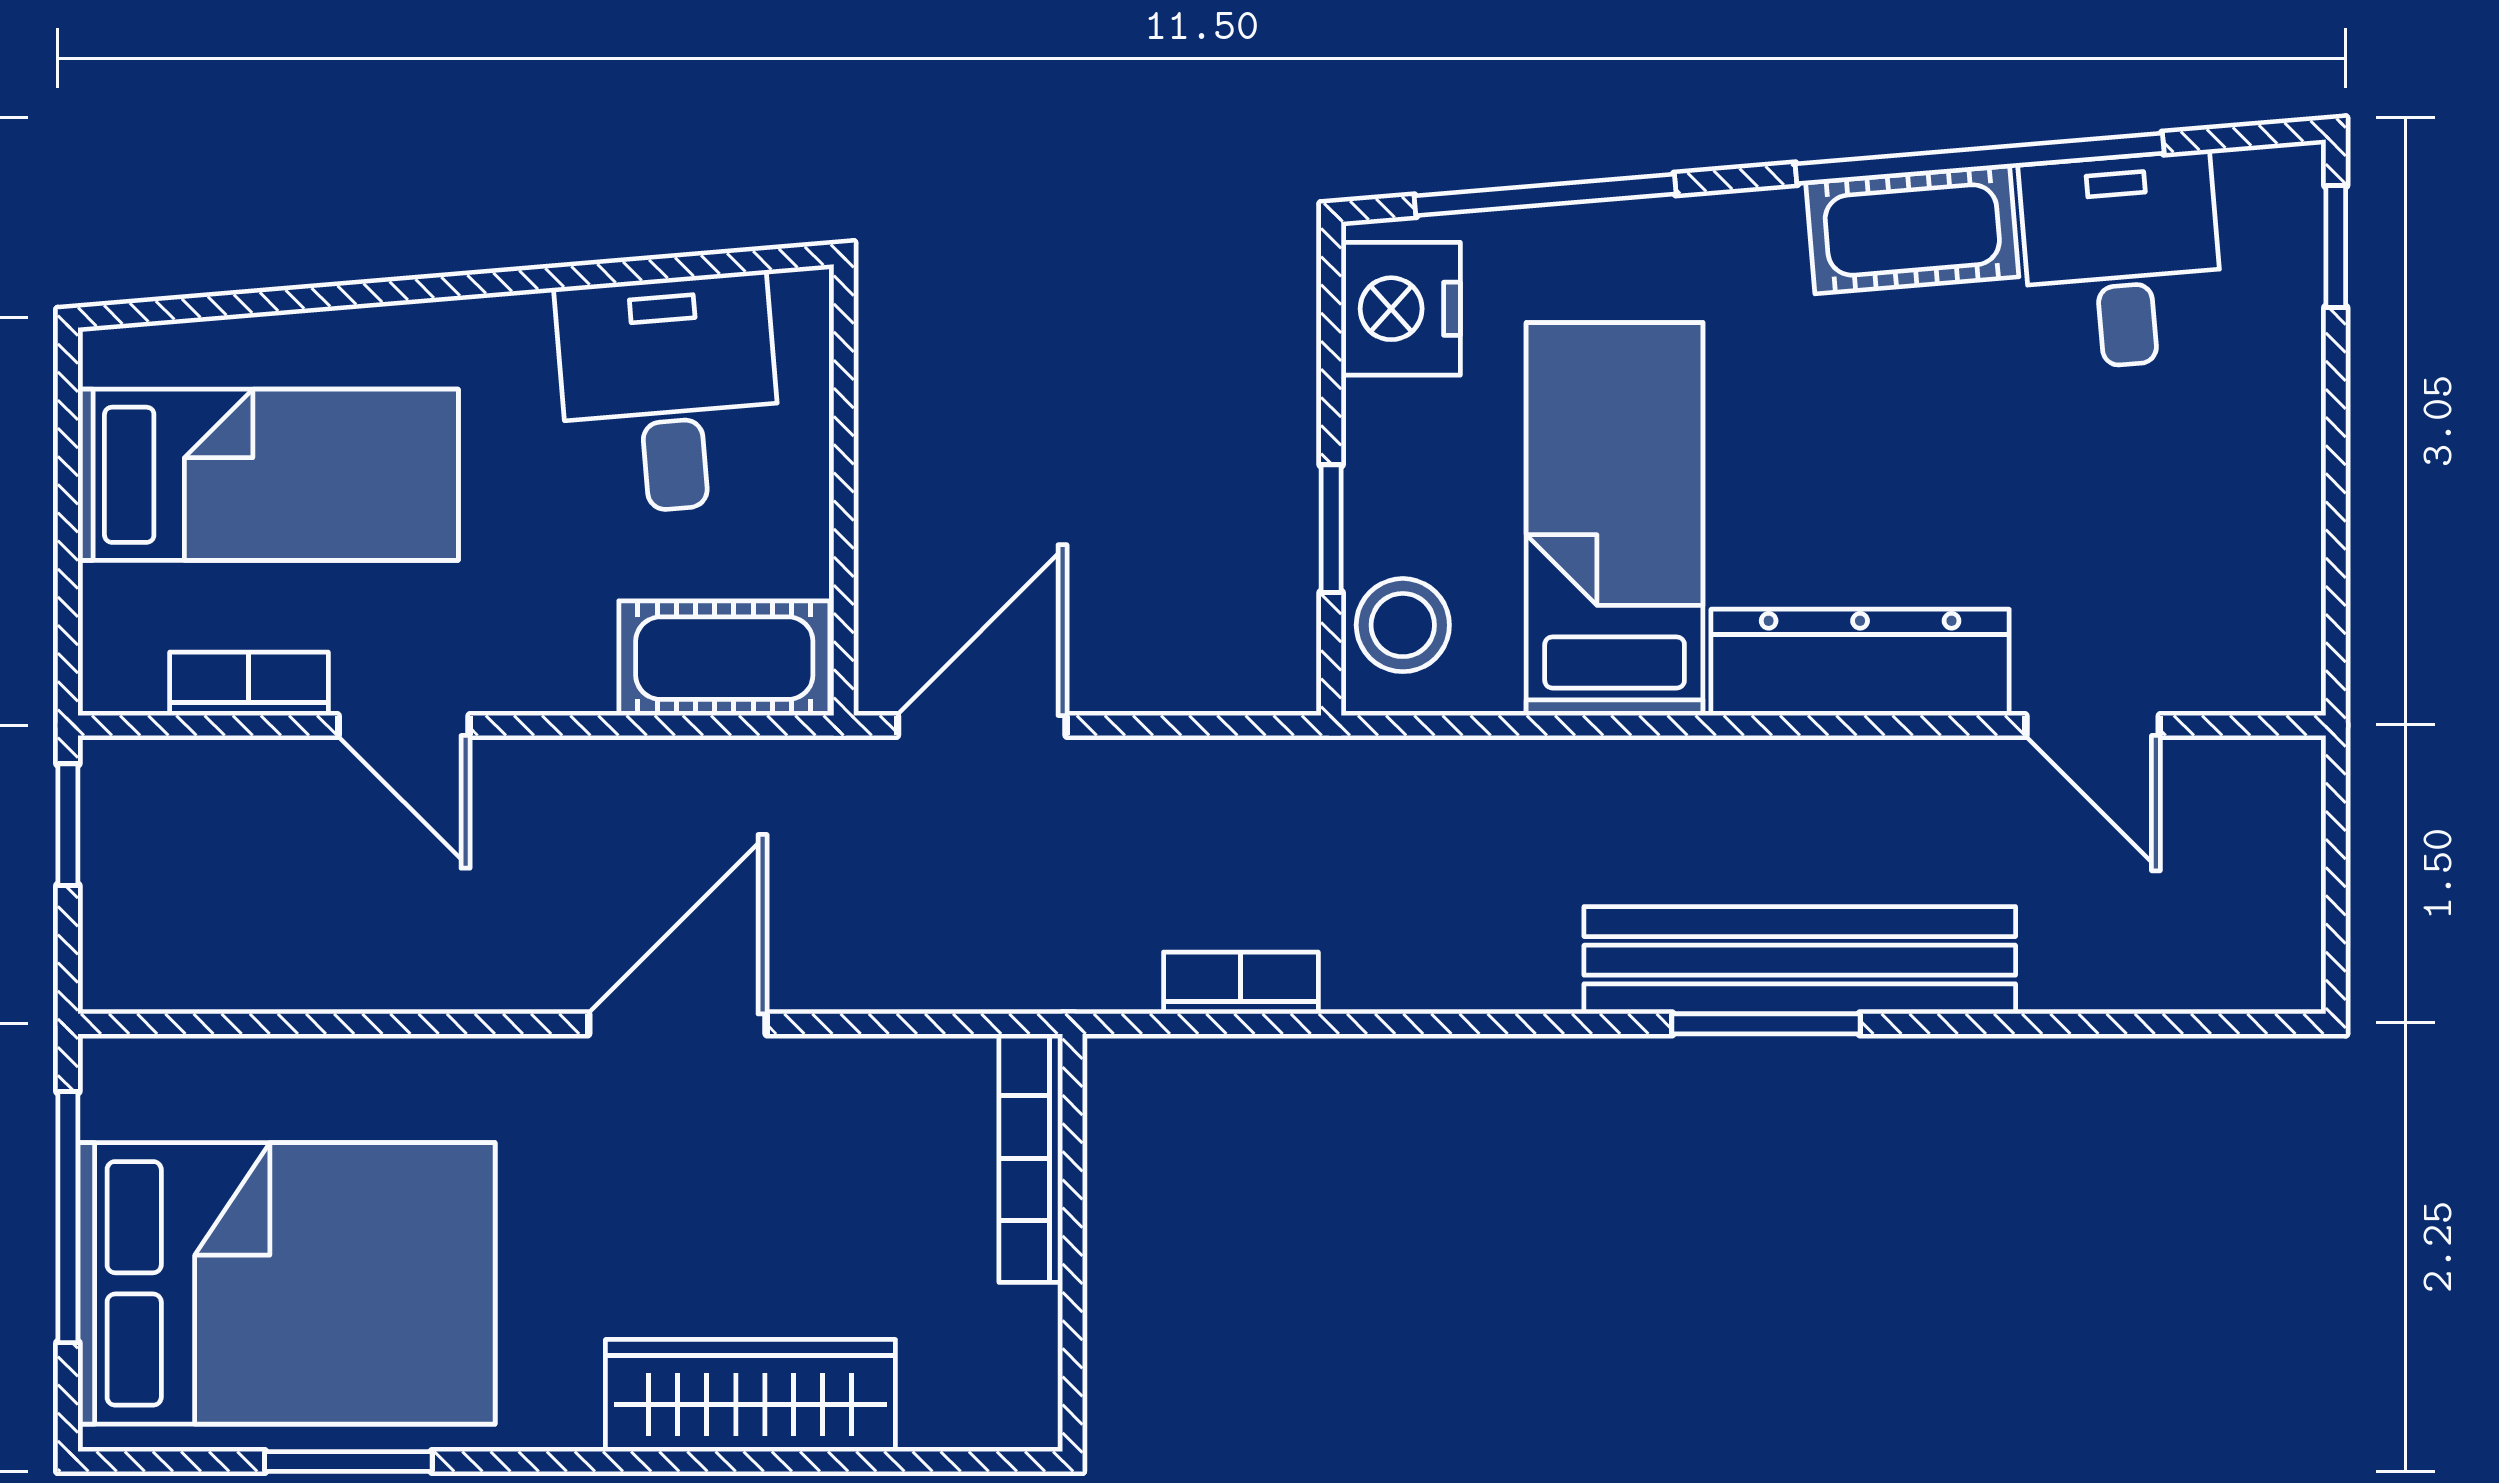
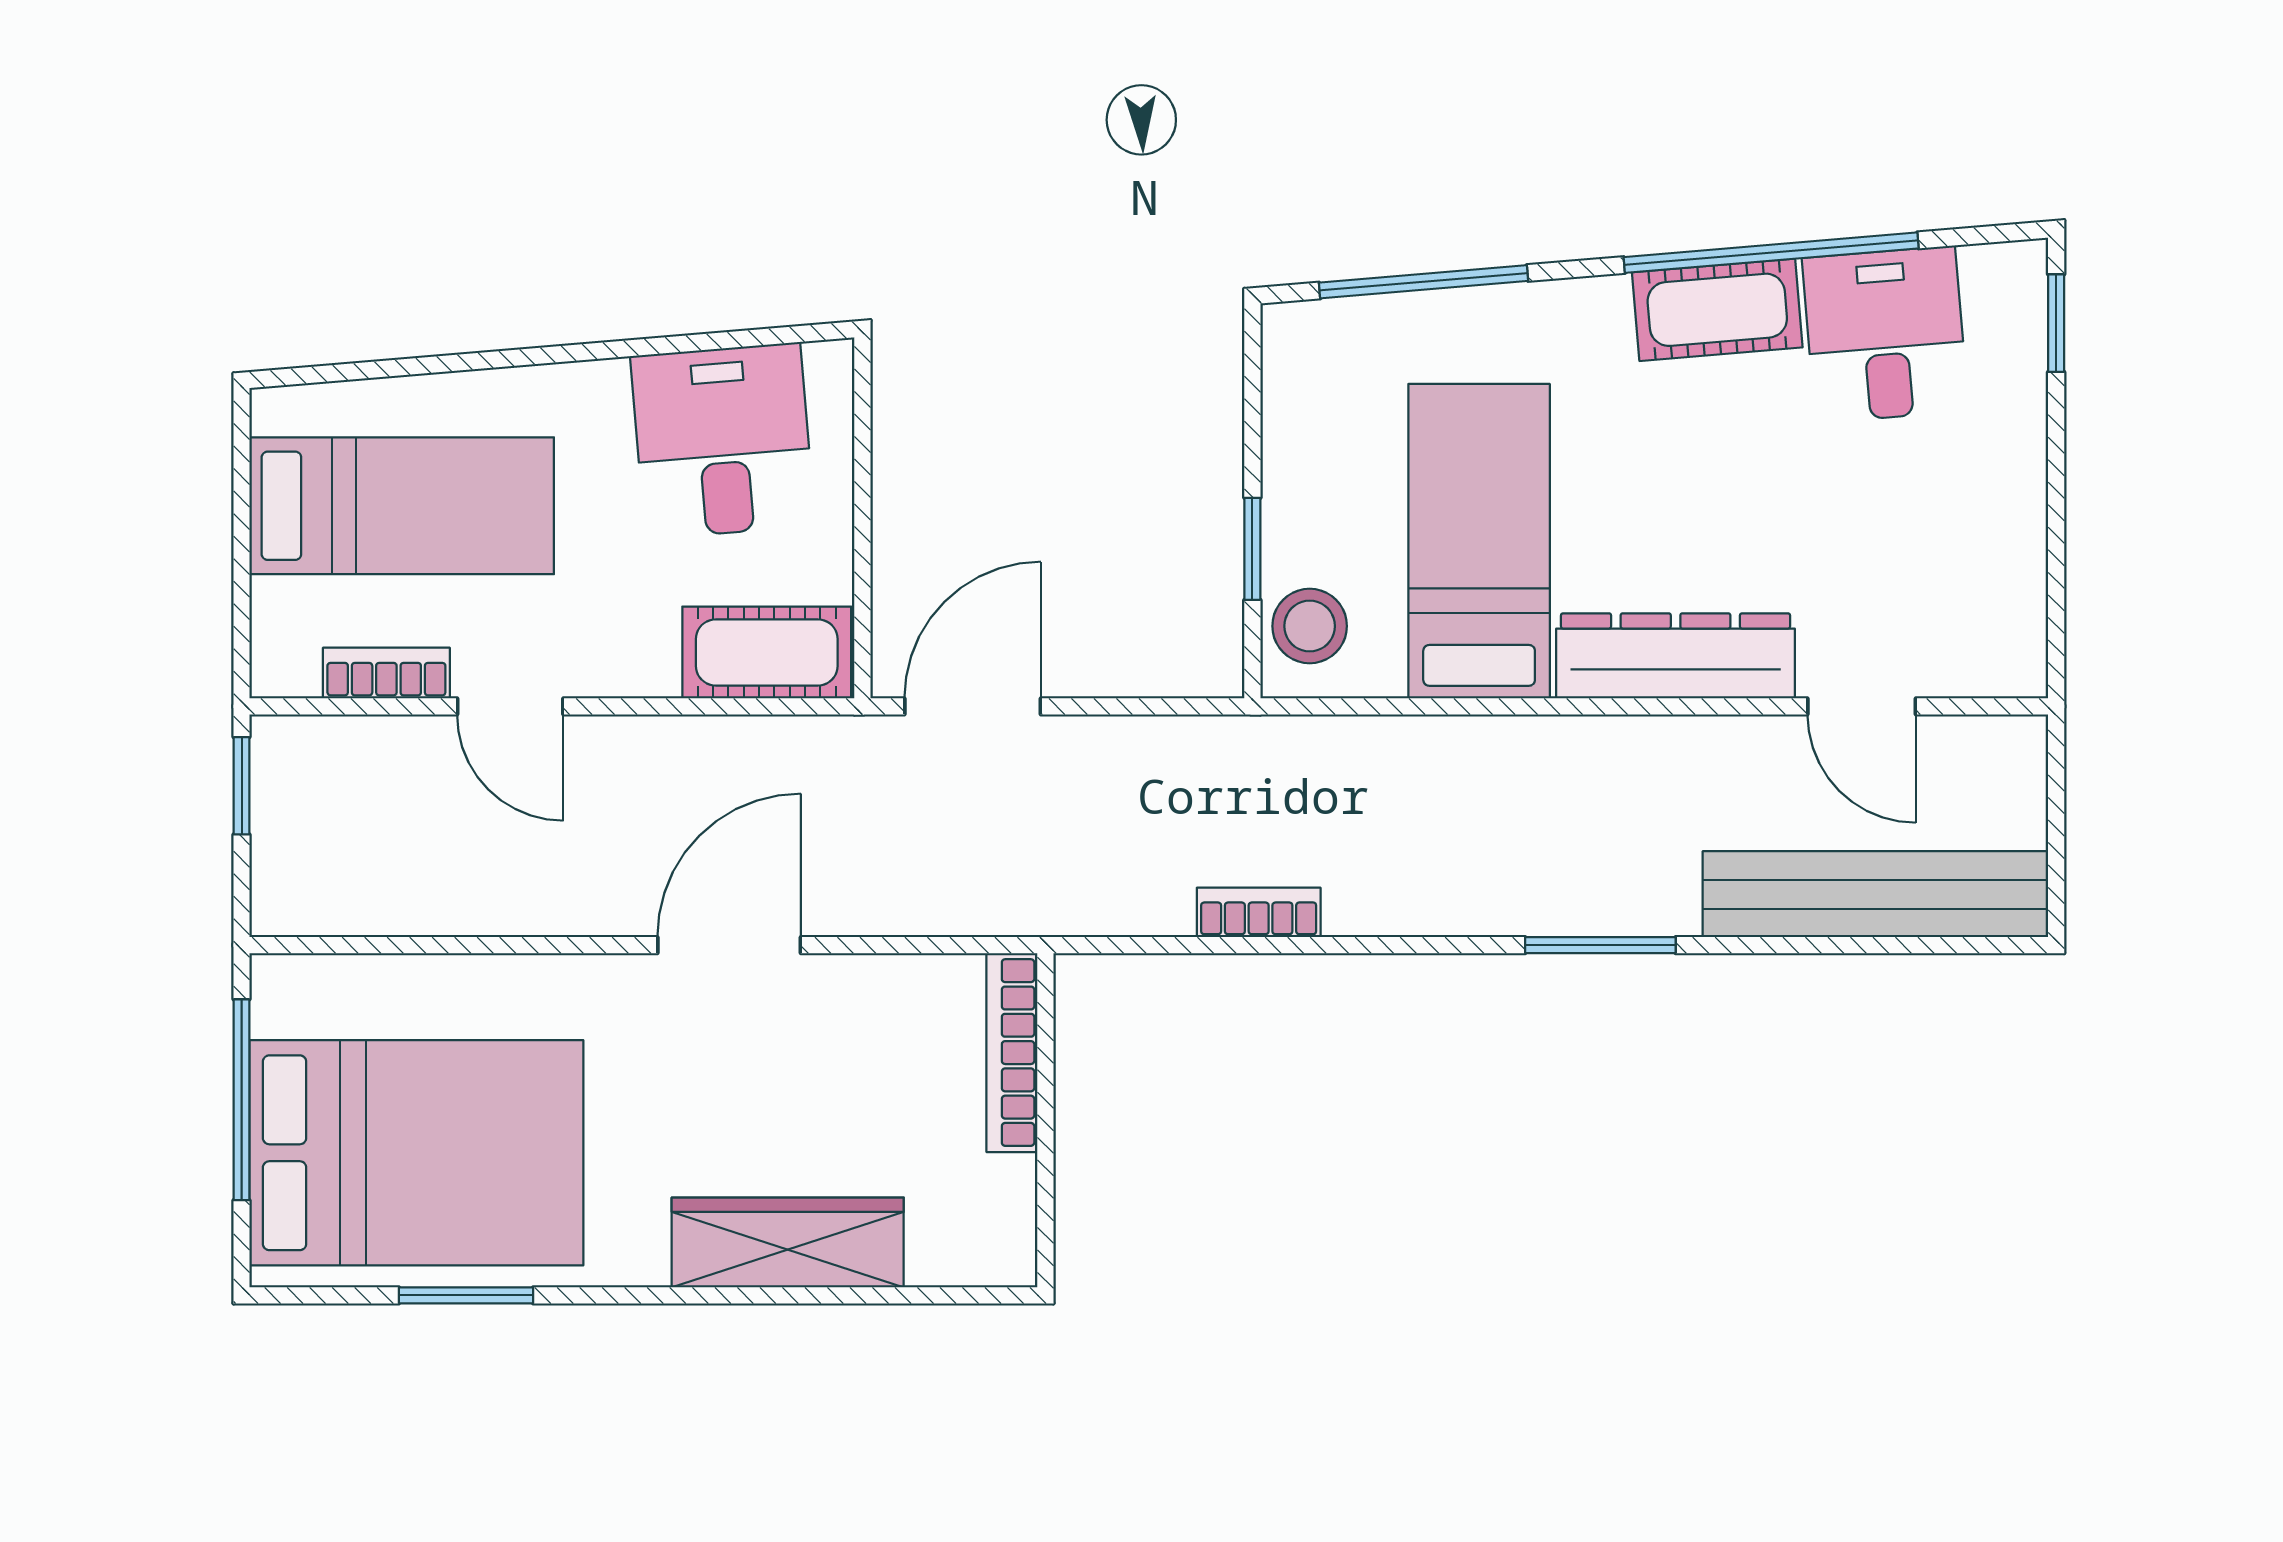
nightstand: (1401, 309) -> (1308, 373), removed
bench: (1800, 960) -> (1875, 894), moved
bookcase: (1241, 983) -> (1259, 912), moved

